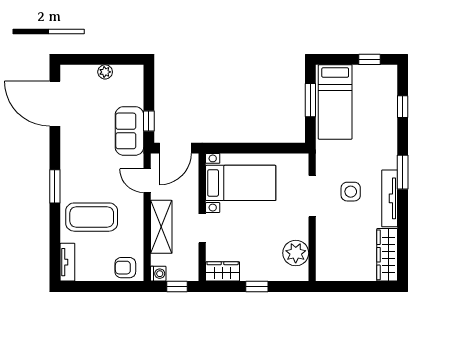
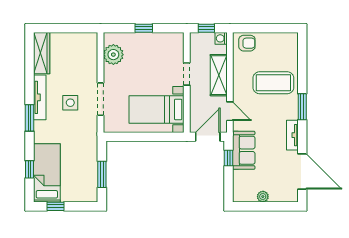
bed: (335, 102) -> (47, 173), moved
tv unit: (67, 262) -> (292, 135), moved
wardrobe: (223, 271) -> (171, 40), removed

